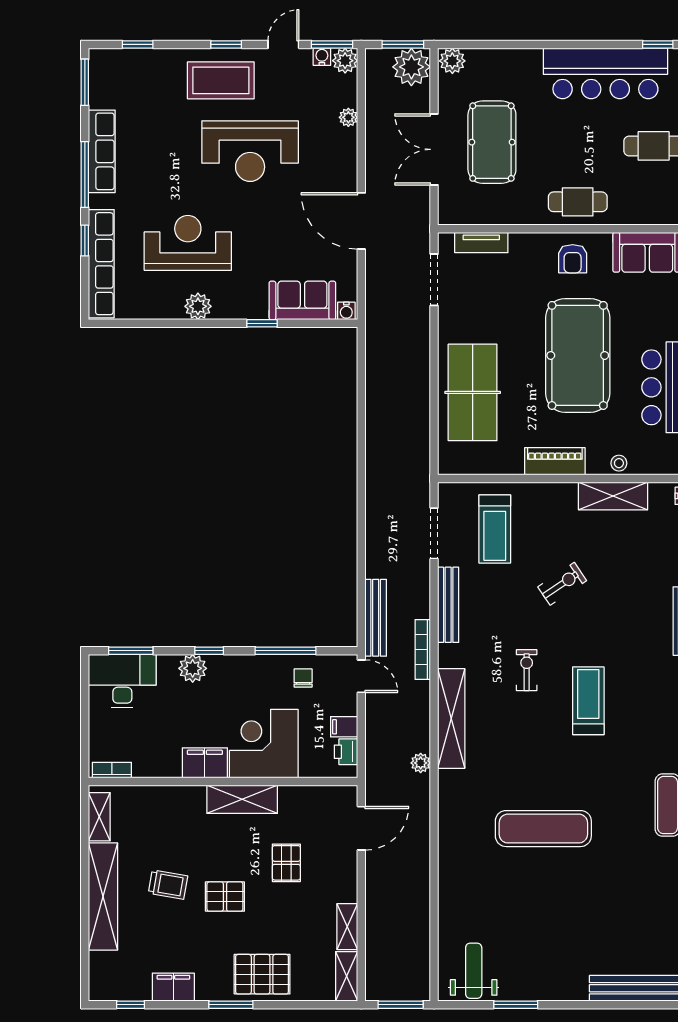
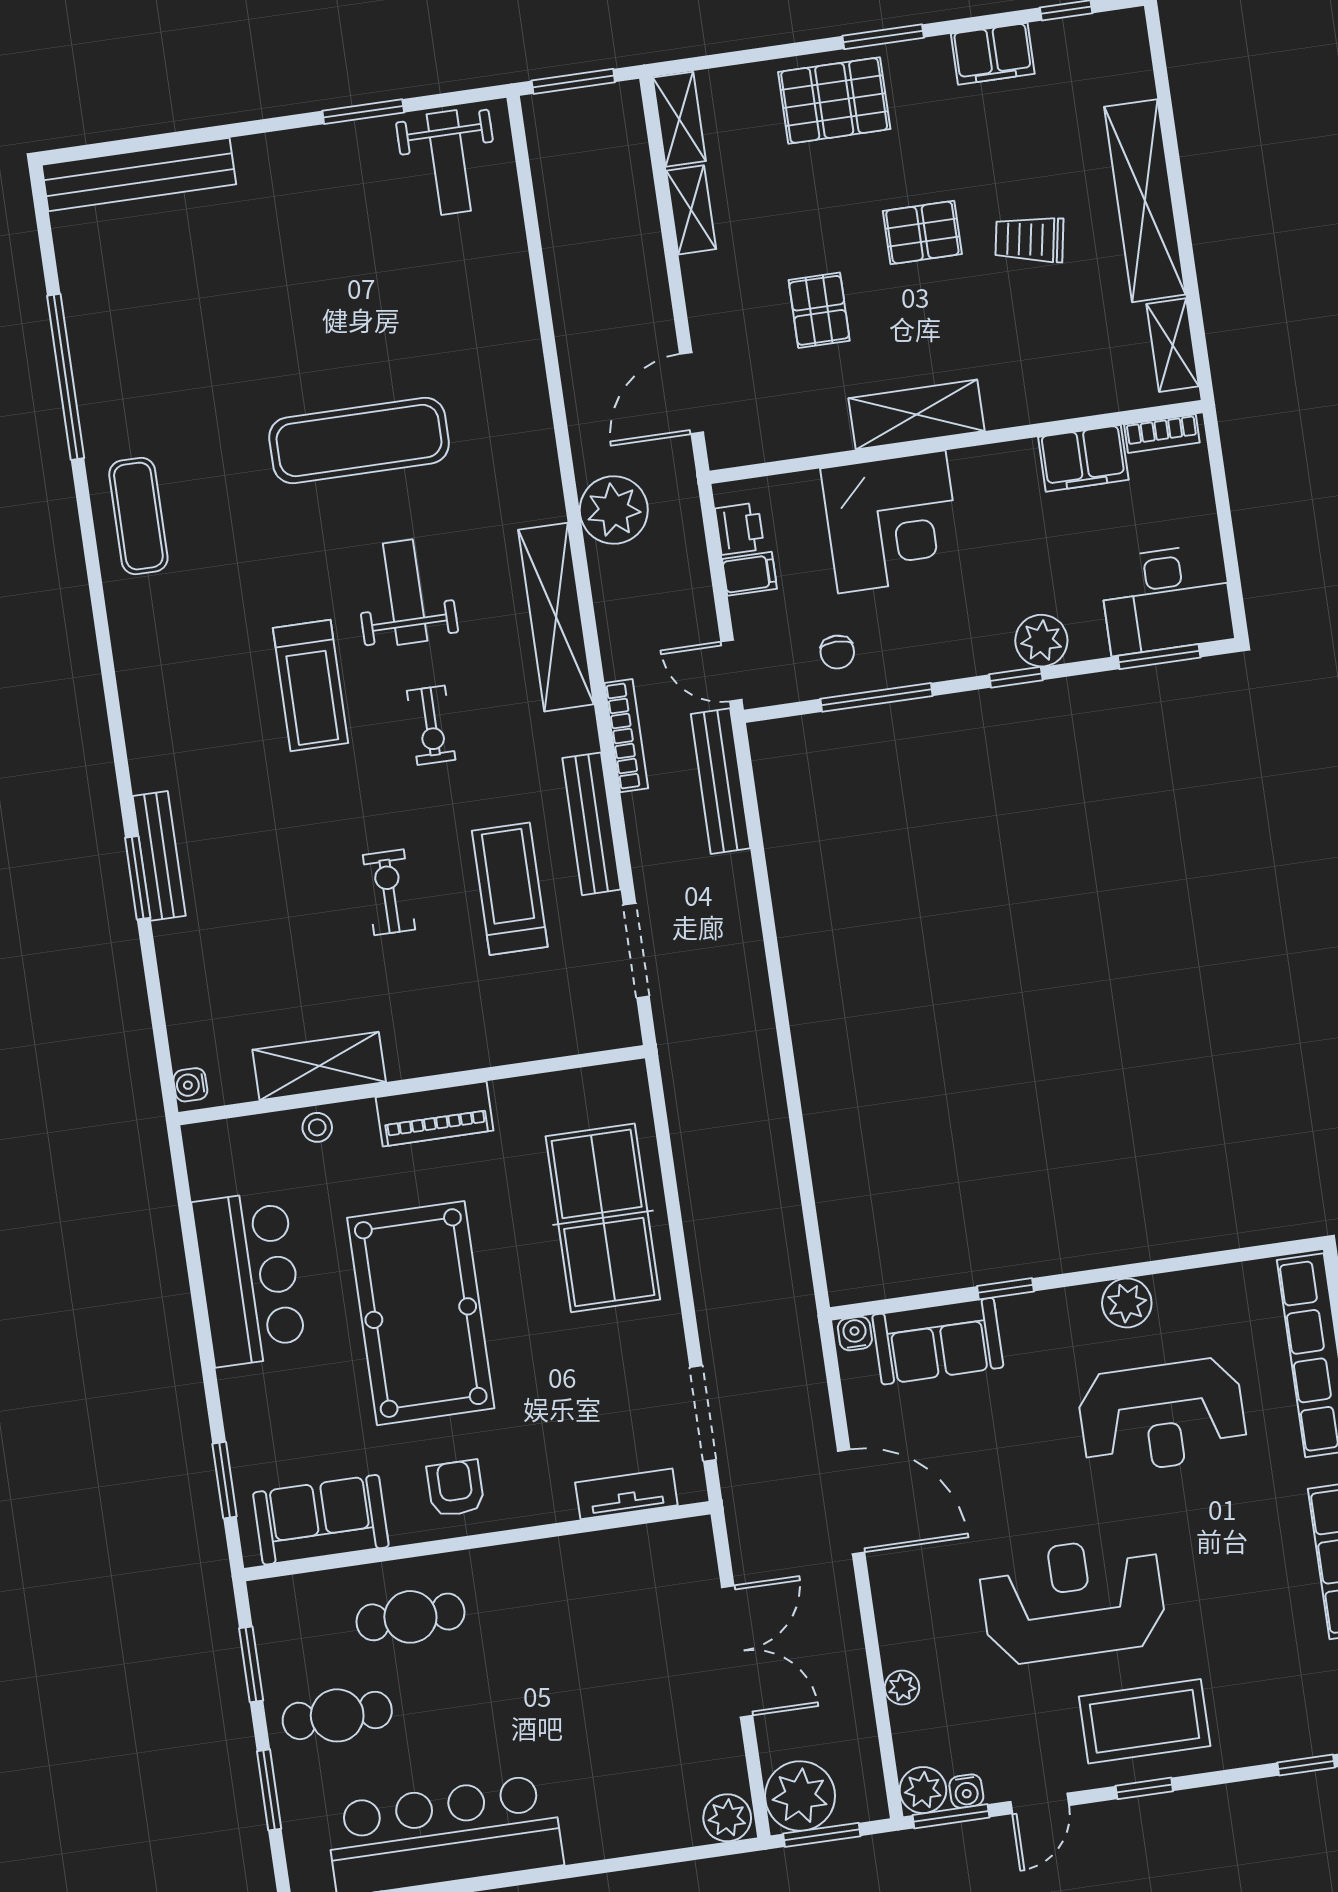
pool table: (492, 142) -> (633, 1680), removed
cafe table: (578, 202) -> (410, 1617), moved
treadmill: (495, 529) -> (510, 889), moved
exercise bike: (562, 584) -> (389, 892), turned 124
weight bench: (530, 744) -> (405, 592), added
filing cabinet: (205, 763) -> (1083, 458), moved
plant: (421, 763) -> (614, 510), width x1.87, depth x1.87

